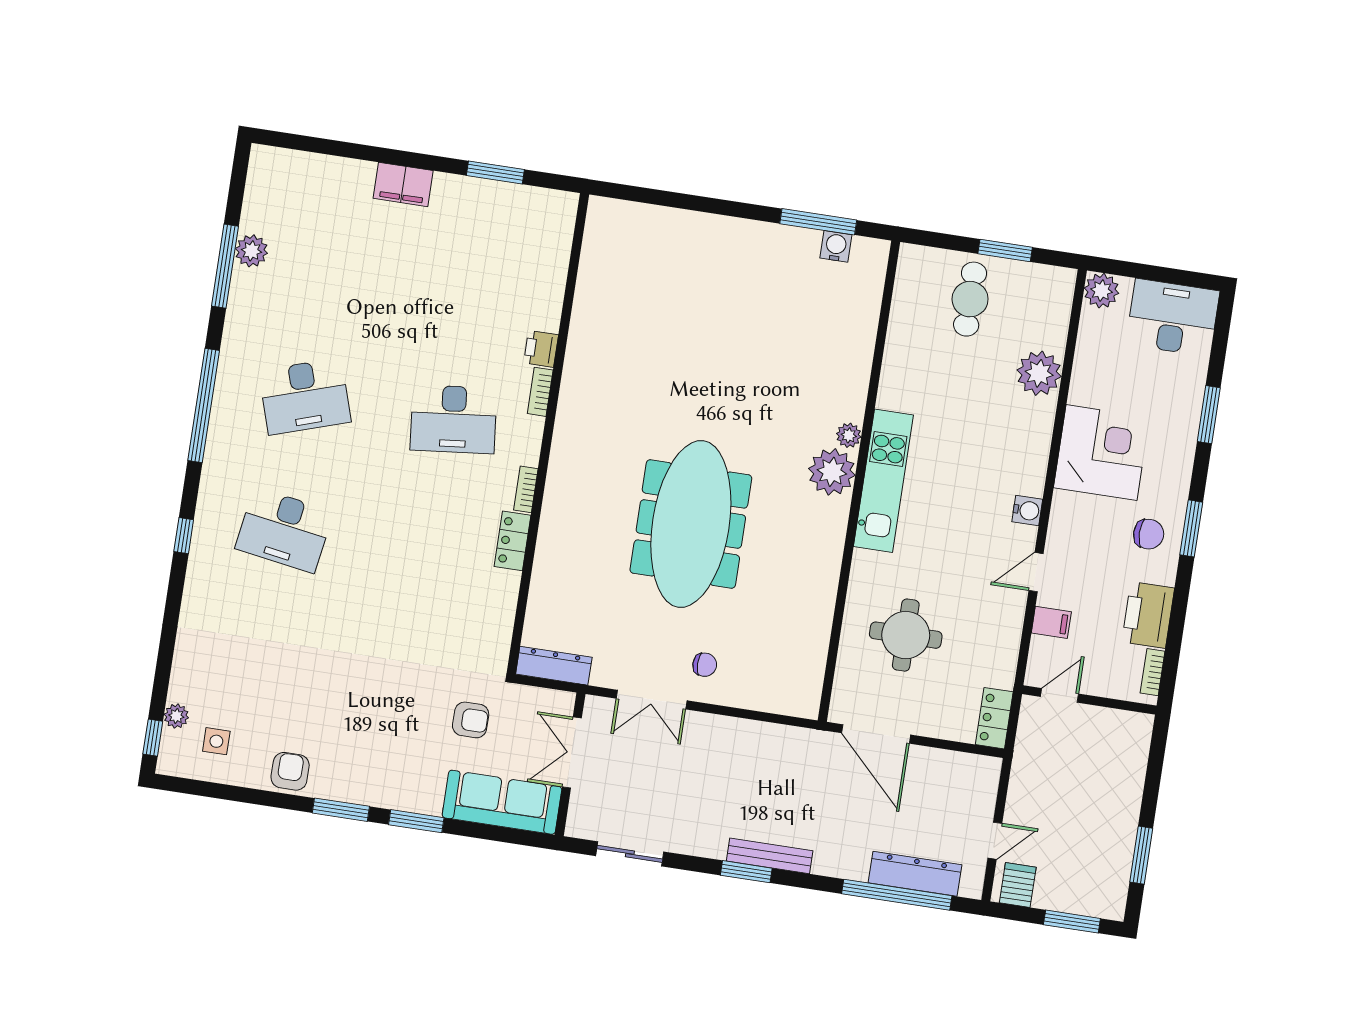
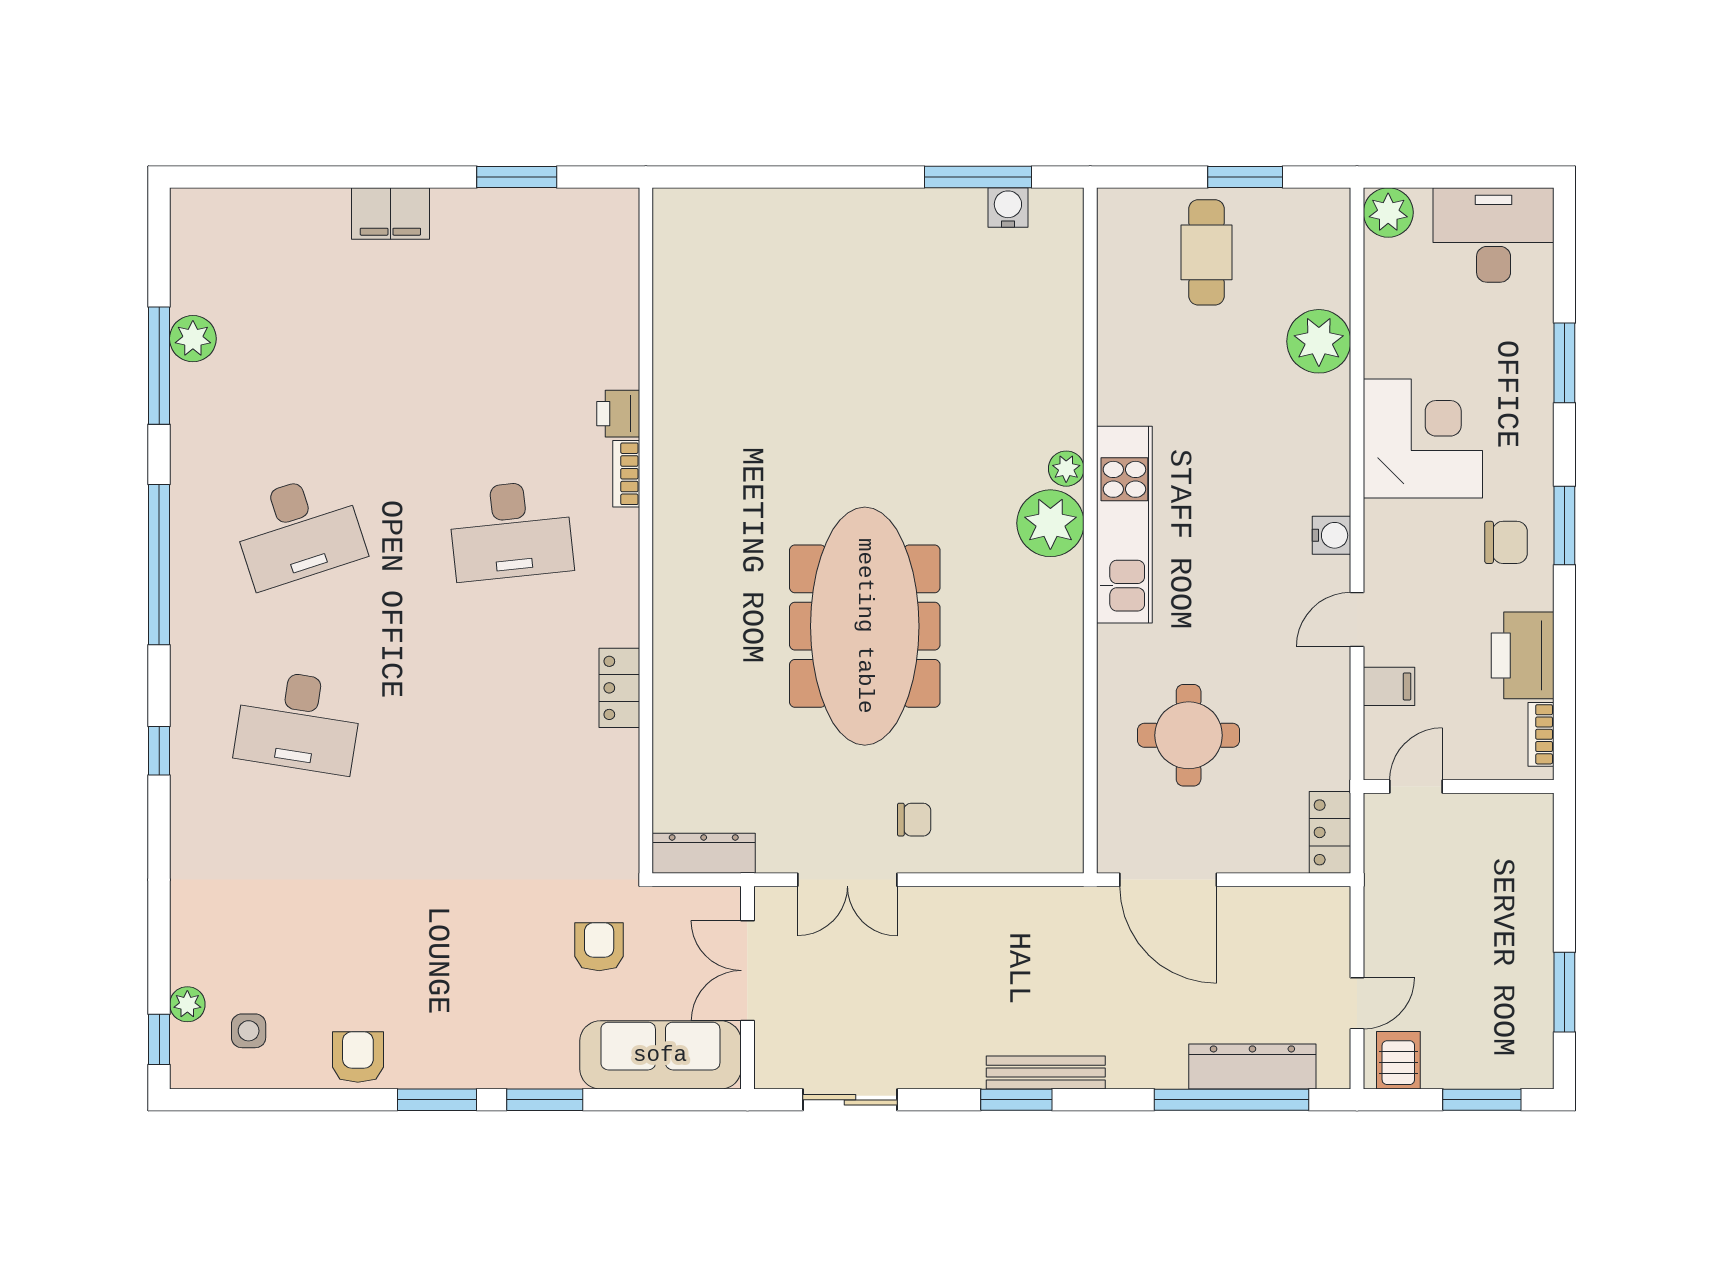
bookcase: (526, 489) -> (627, 613), removed
armchair: (471, 720) -> (599, 947), turned -90

